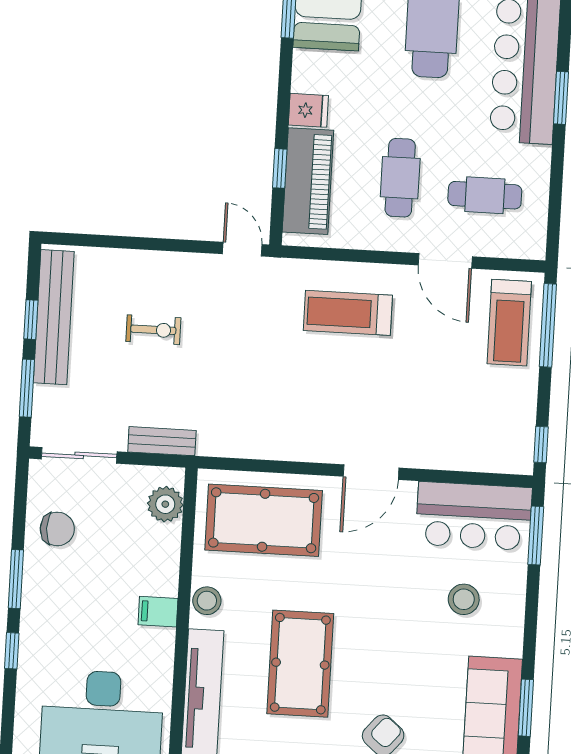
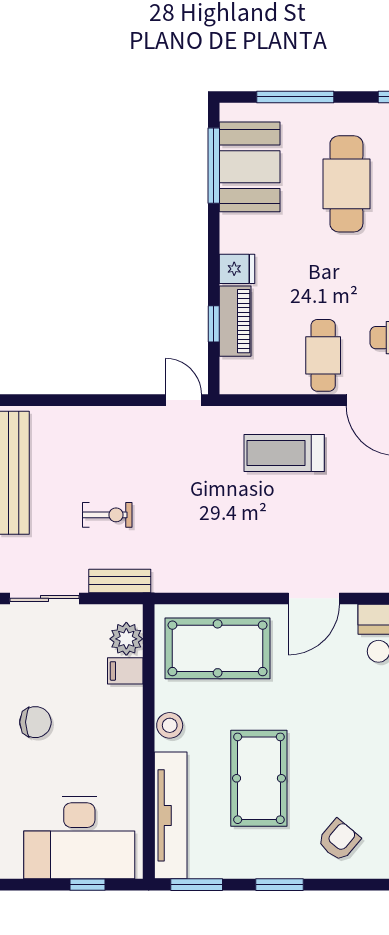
cafe table: (400, 178) -> (323, 355), moved
piano: (308, 181) -> (235, 321), width x0.73, depth x0.75
exercise bike: (153, 330) -> (107, 515), moved
chair: (57, 529) -> (35, 722), moved
filing cabinet: (158, 612) -> (125, 671), moved

